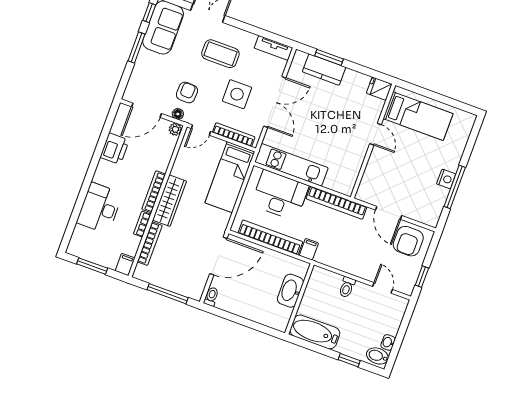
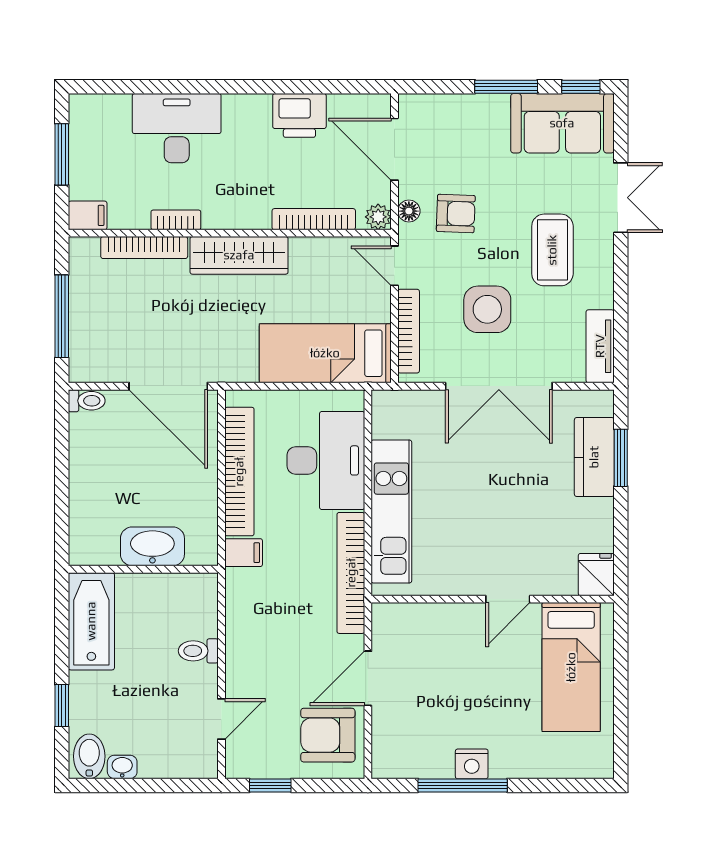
kitchen unit: (291, 165) -> (391, 511), moved
bookcase: (154, 192) -> (314, 219), moved

